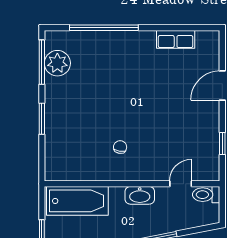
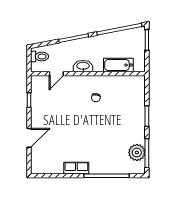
row of seats: (176, 39) -> (76, 168), moved
toilet: (206, 195) -> (40, 56), moved
bathtub: (77, 201) -> (118, 65), width x0.73, depth x0.73

